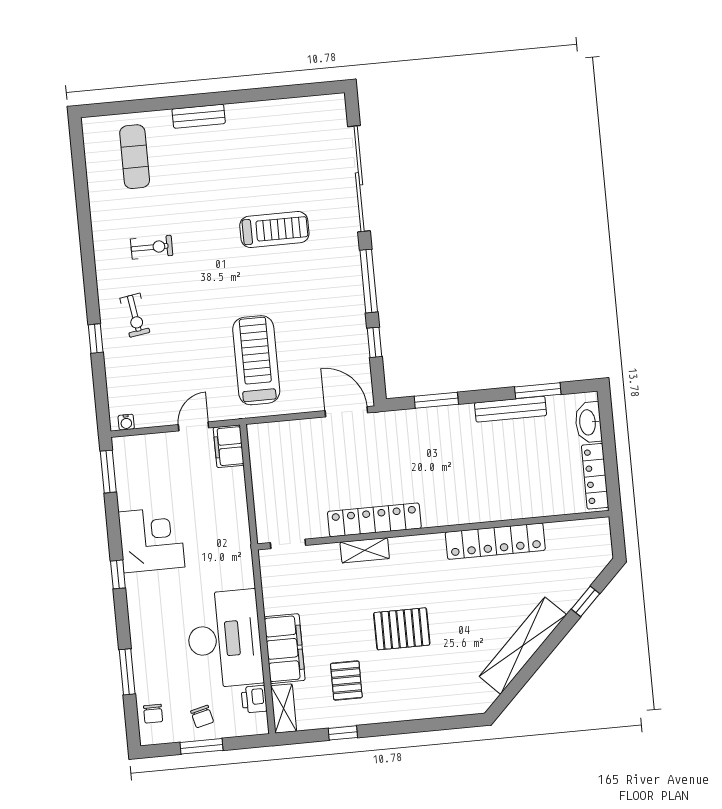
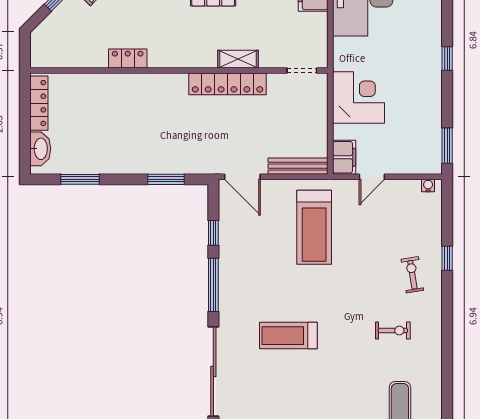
exercise bike: (152, 247) -> (393, 331), turned 180
bench: (510, 409) -> (298, 166), moved
corner desk: (151, 540) -> (358, 98), moved, turned 180
locker: (495, 541) -> (128, 58), width x0.46, depth x0.83

